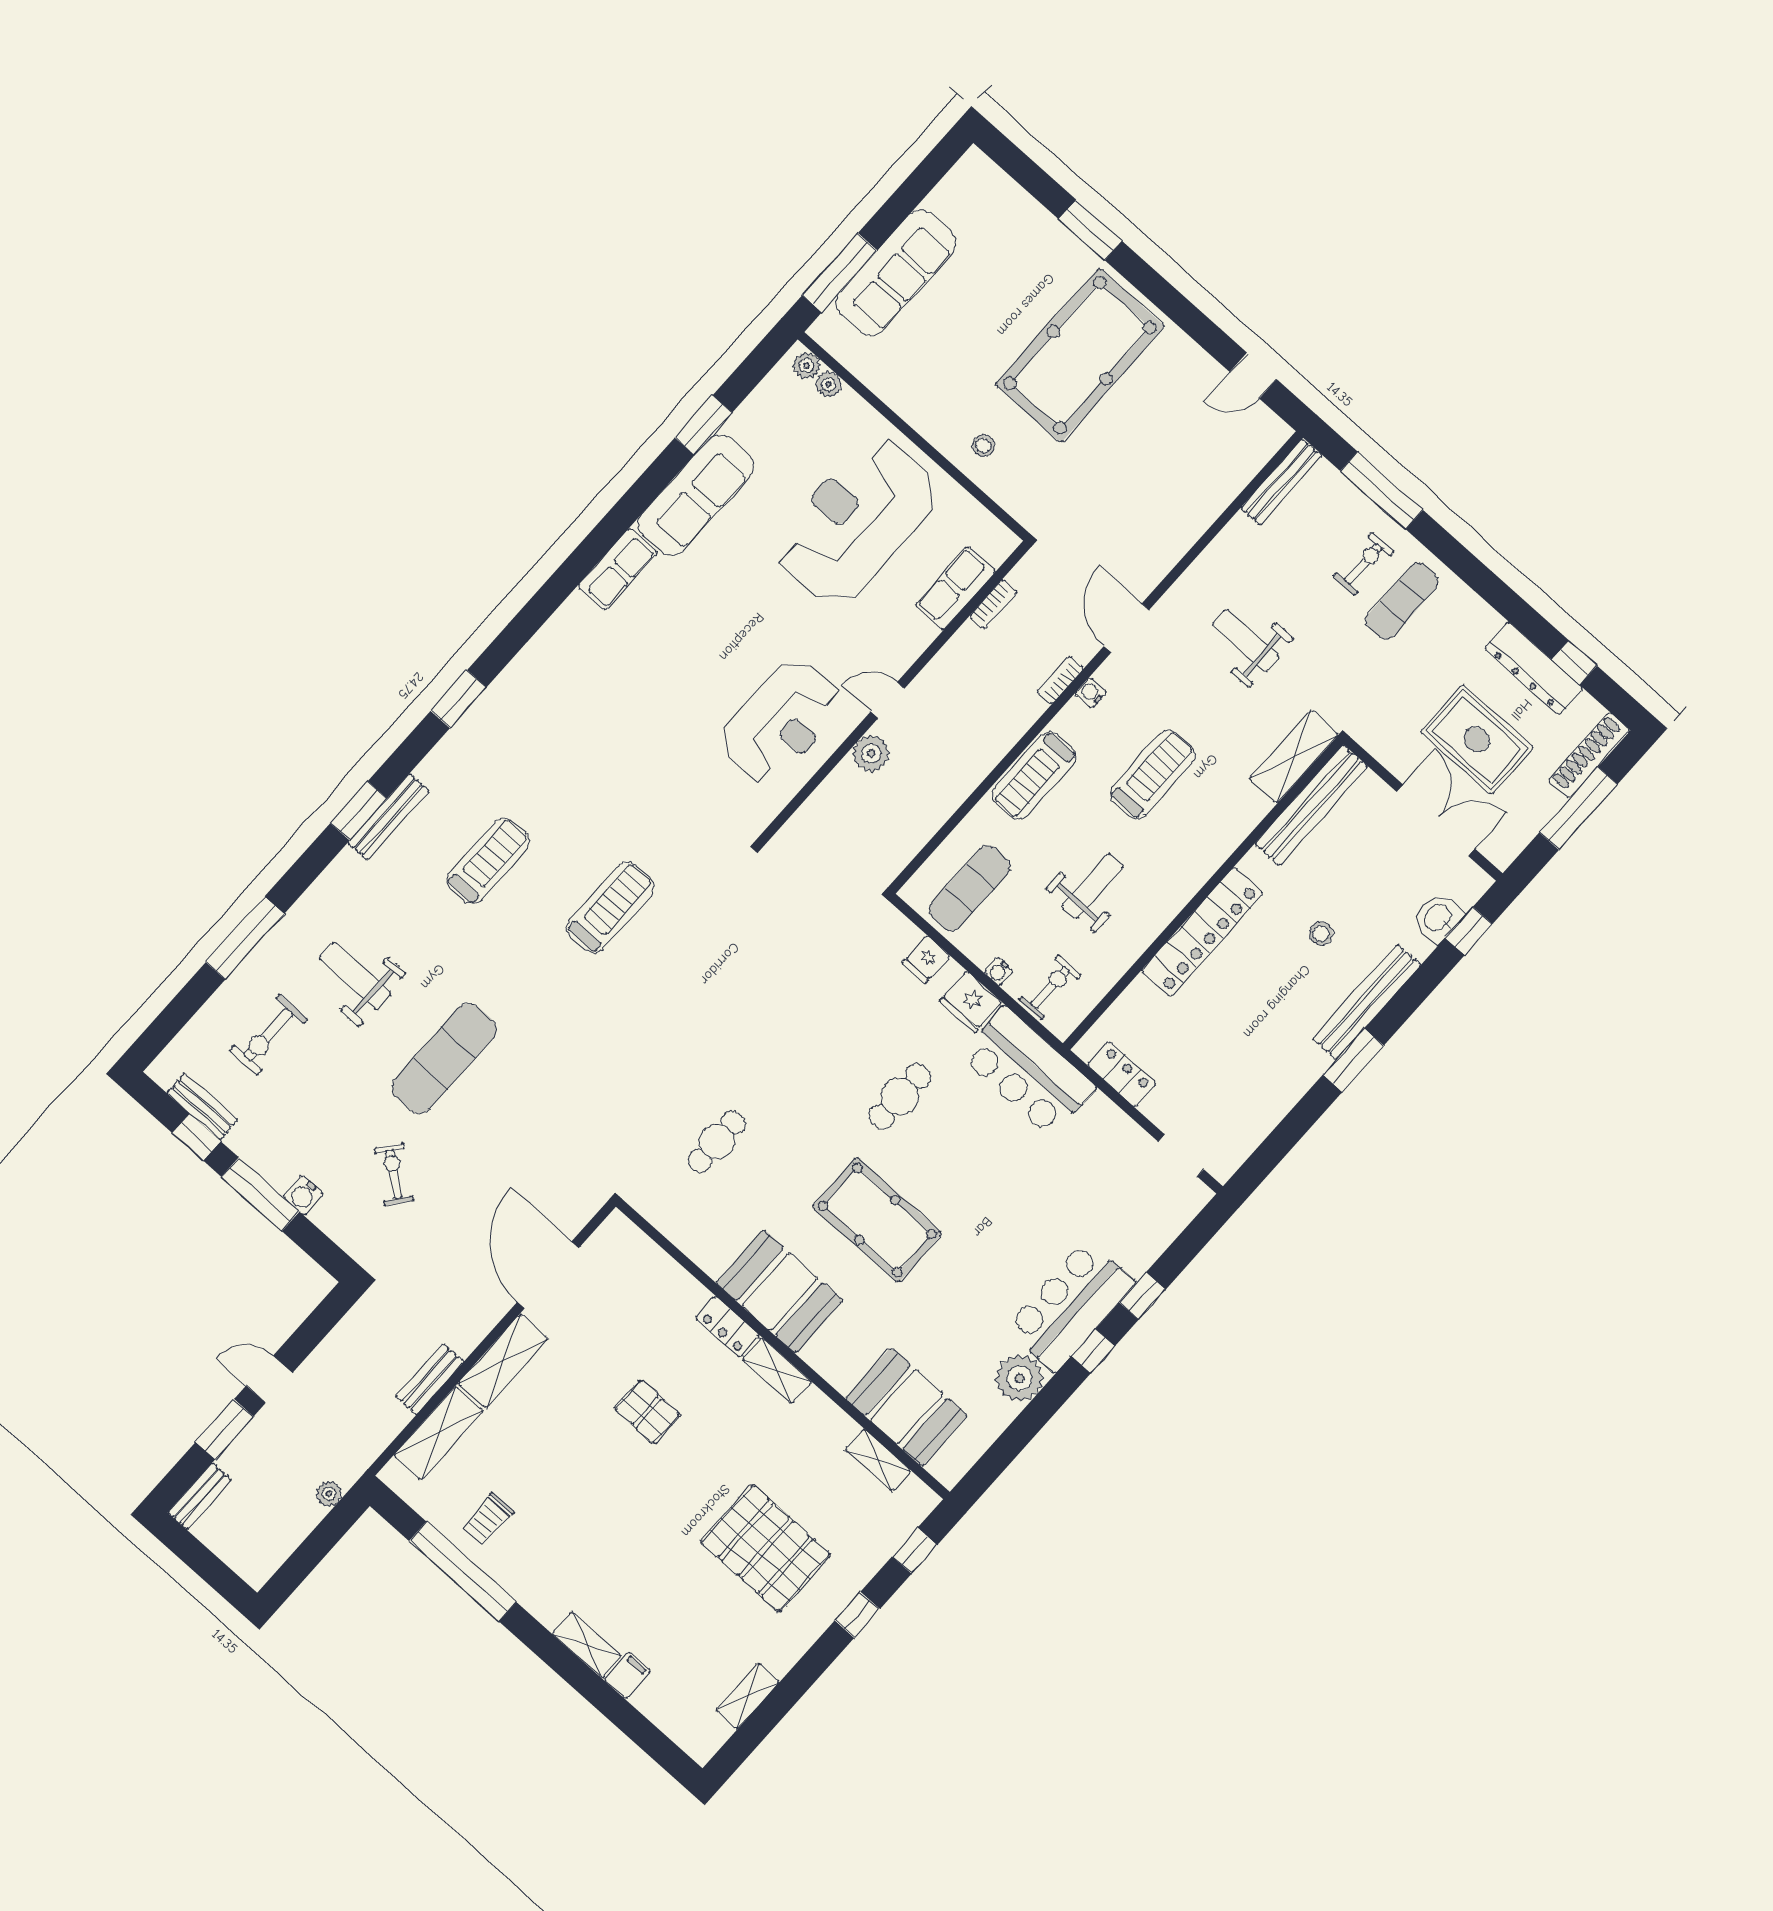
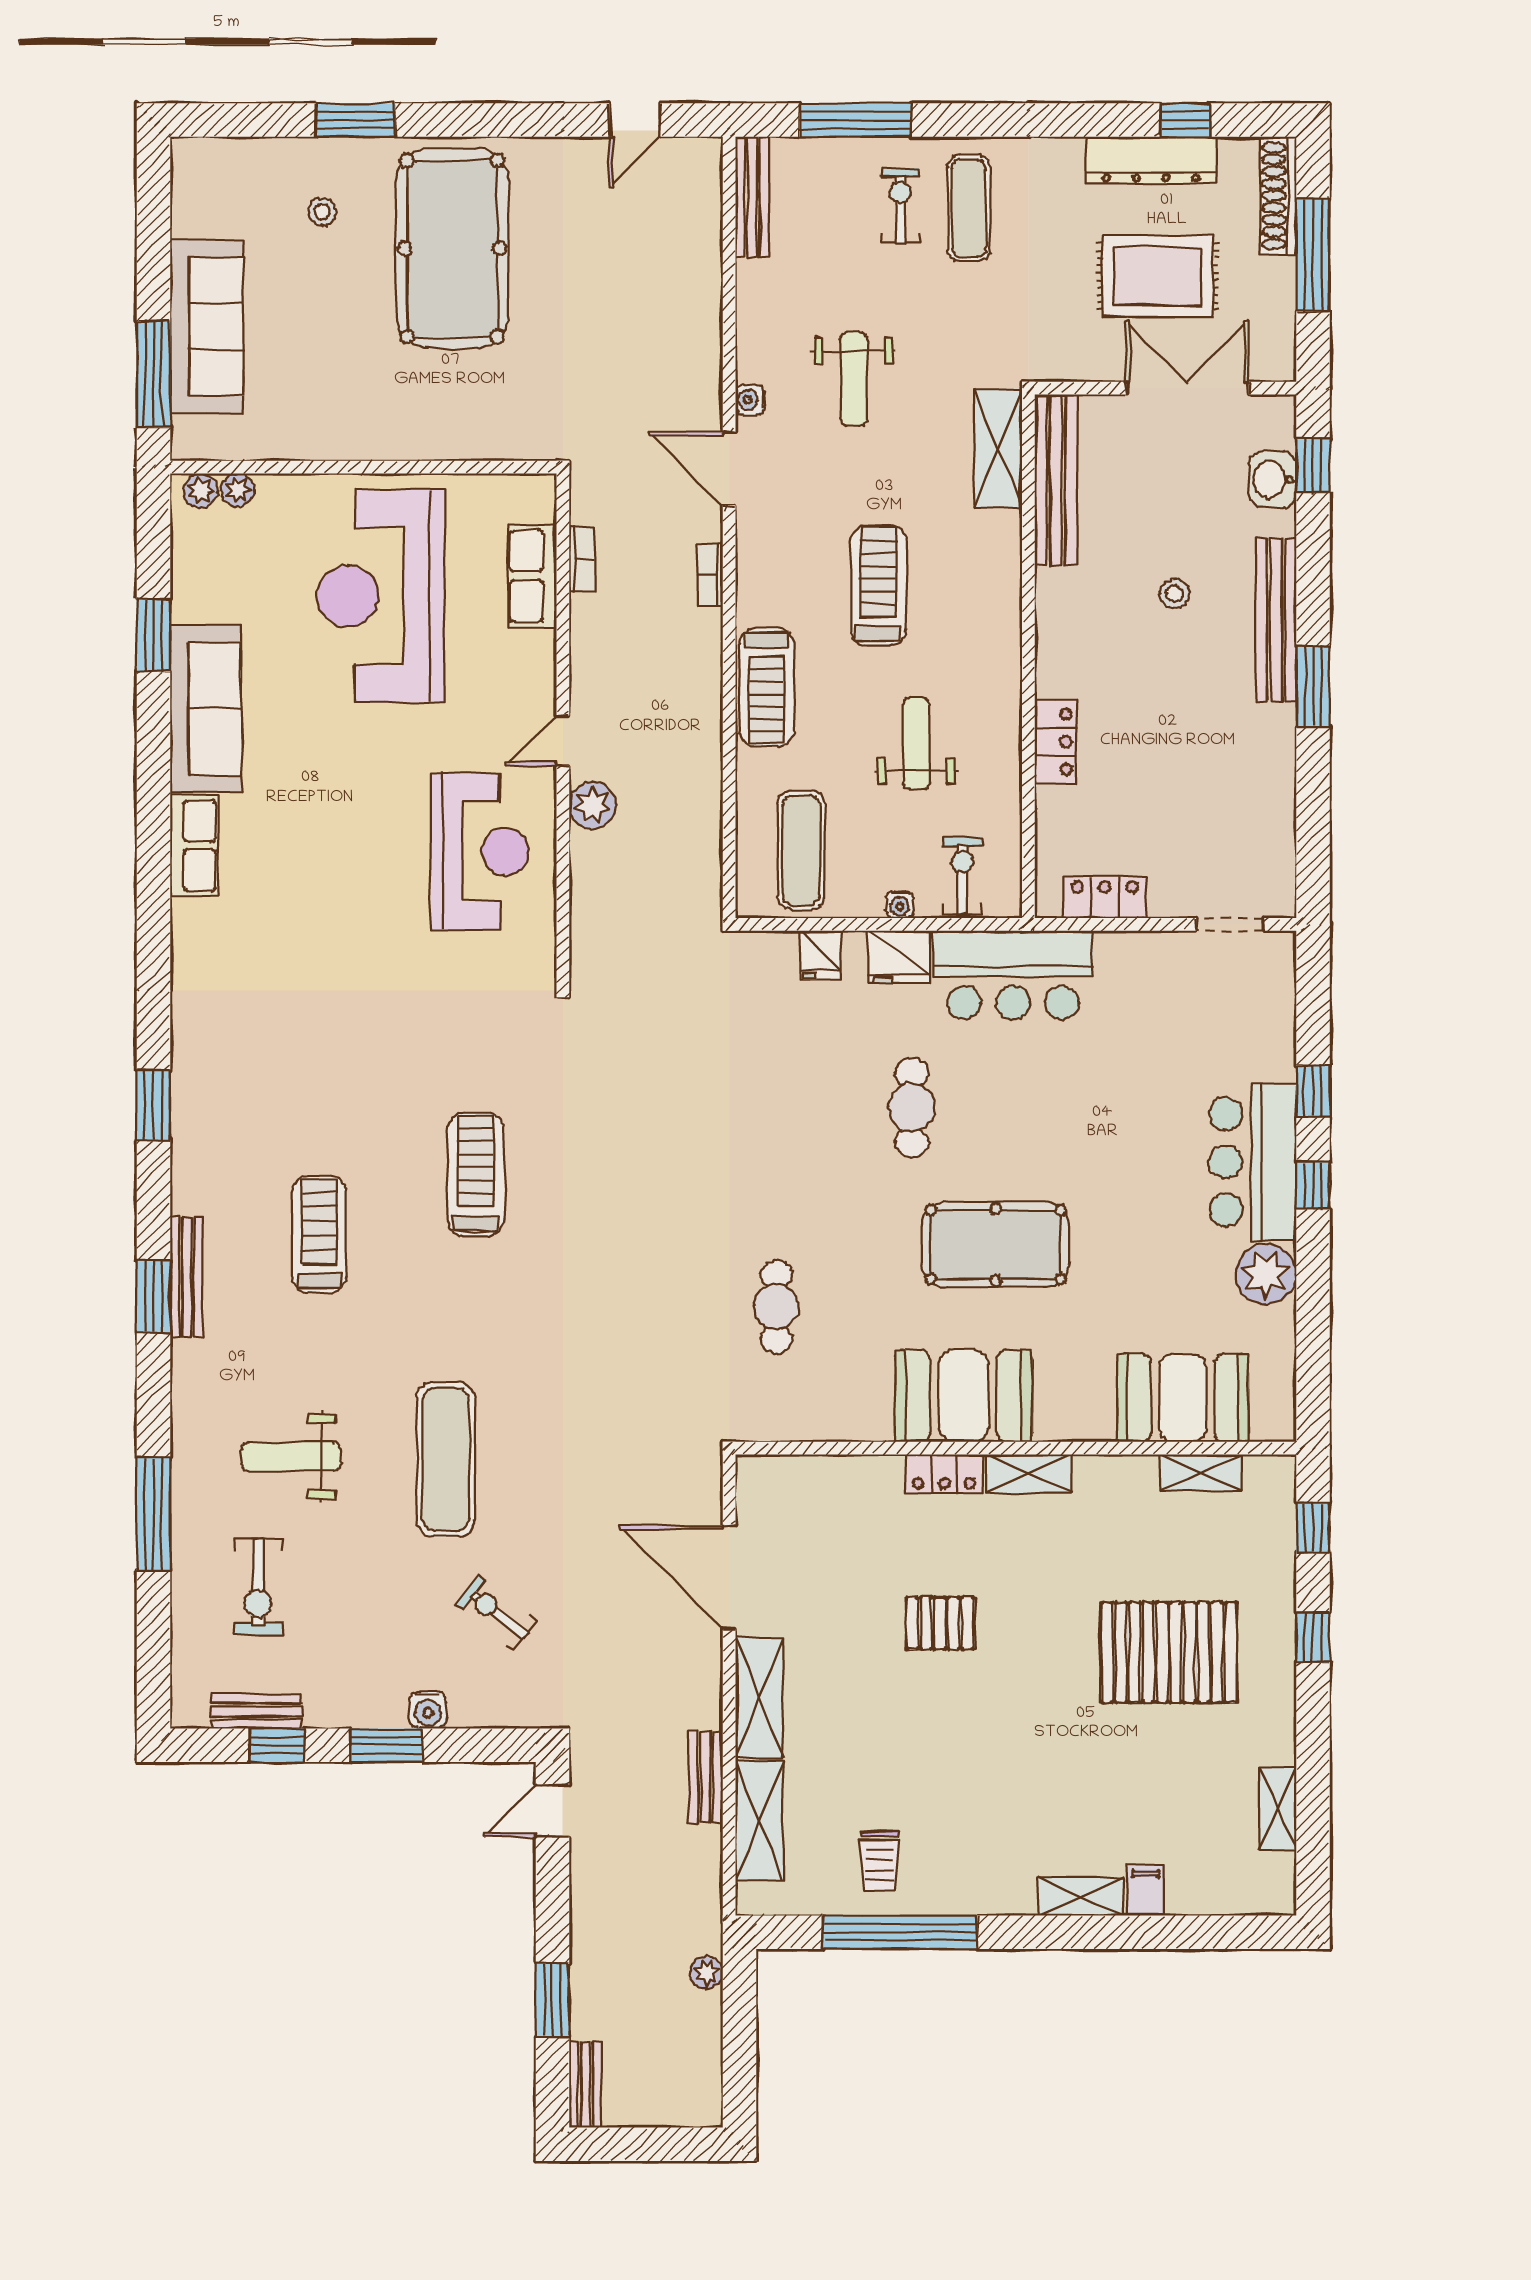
stool: (983, 445) -> (322, 212), moved
weight bench: (1246, 641) -> (854, 379), turned -90
water cooler: (1091, 693) -> (750, 400), moved
locker: (1202, 932) -> (1056, 742), width x0.46, depth x0.83
window: (260, 1194) -> (386, 1745), width x0.69
door: (269, 1379) -> (552, 1811), moved

